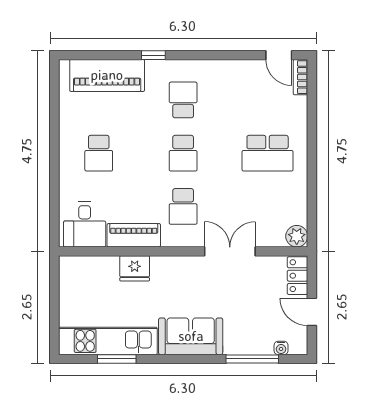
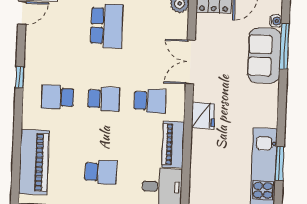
window: (153, 55) -> (20, 77), moved
fridge: (135, 268) -> (203, 116), moved
sofa: (191, 336) -> (264, 56), moved

